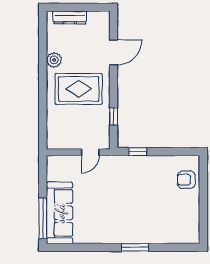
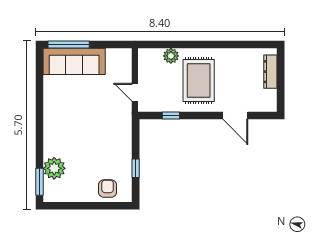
plant: (54, 60) -> (171, 56), moved
window: (138, 152) -> (136, 168), moved
plant: (166, 233) -> (54, 168), added
window: (135, 247) -> (40, 182), moved

